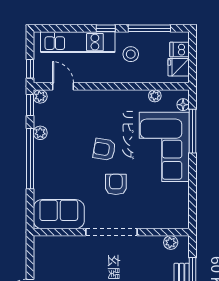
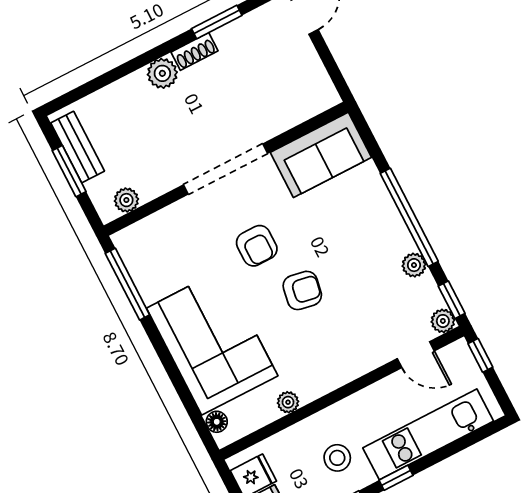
plant: (155, 96) -> (288, 402), moved
window: (192, 131) -> (127, 284), moved

